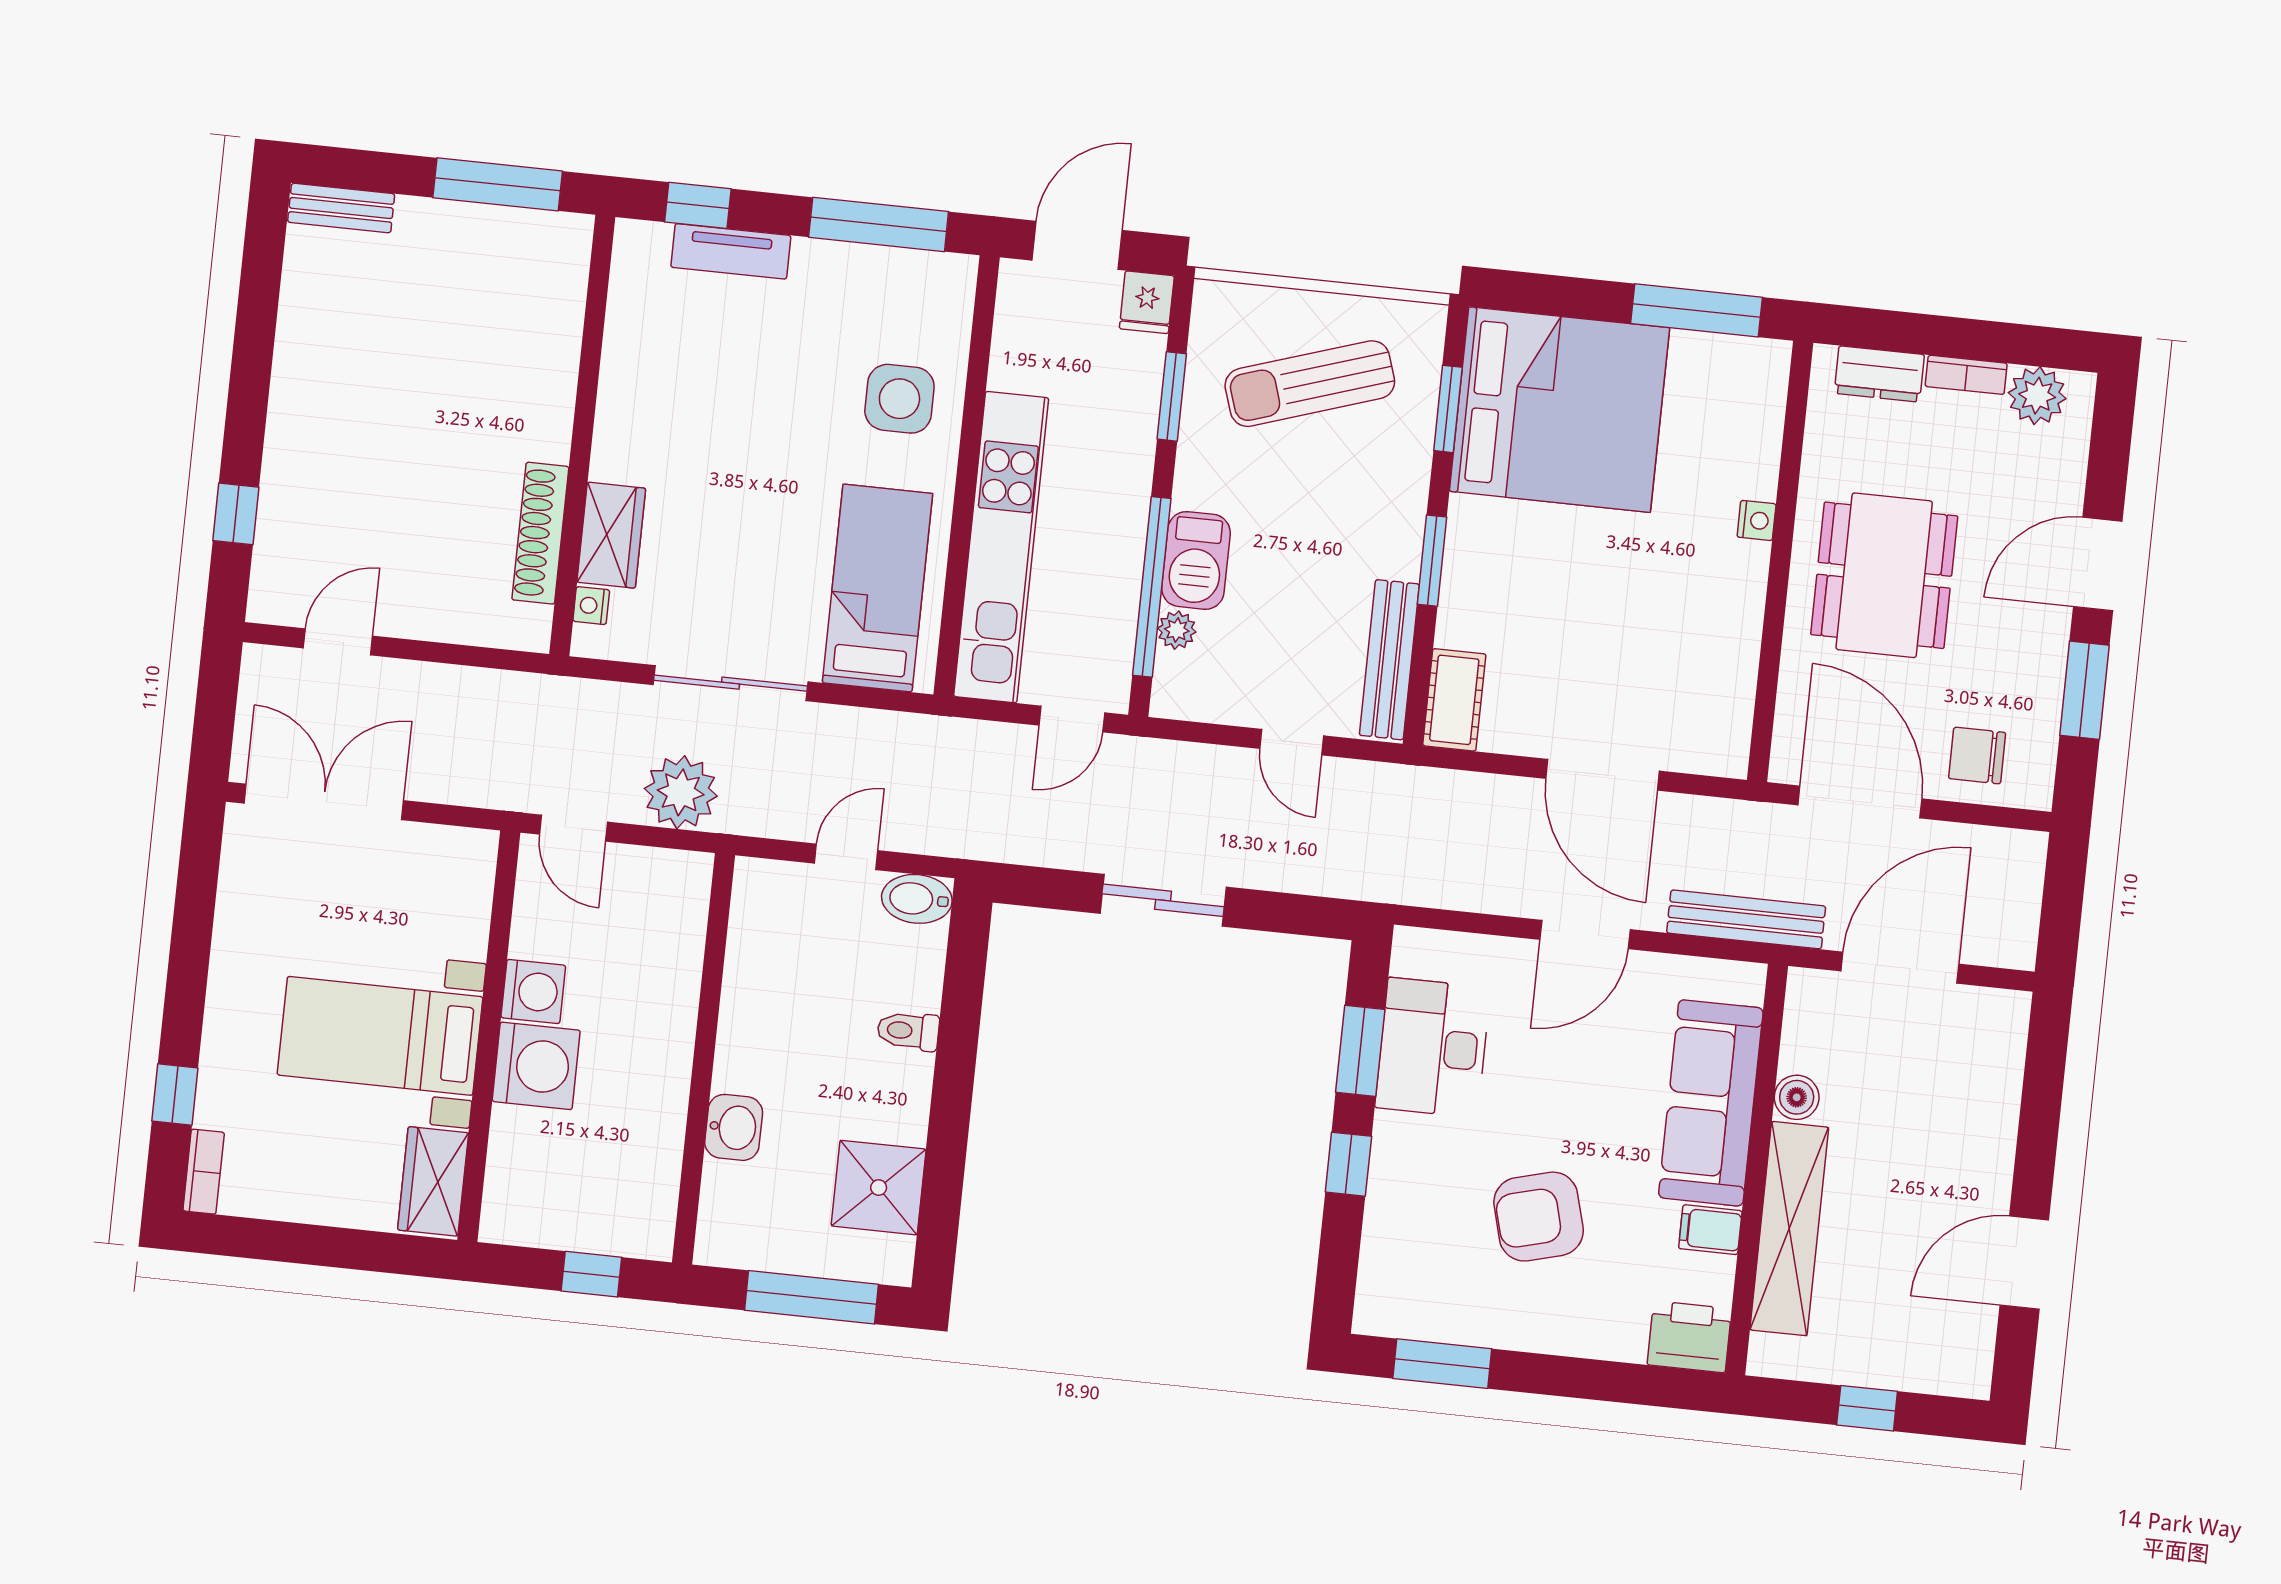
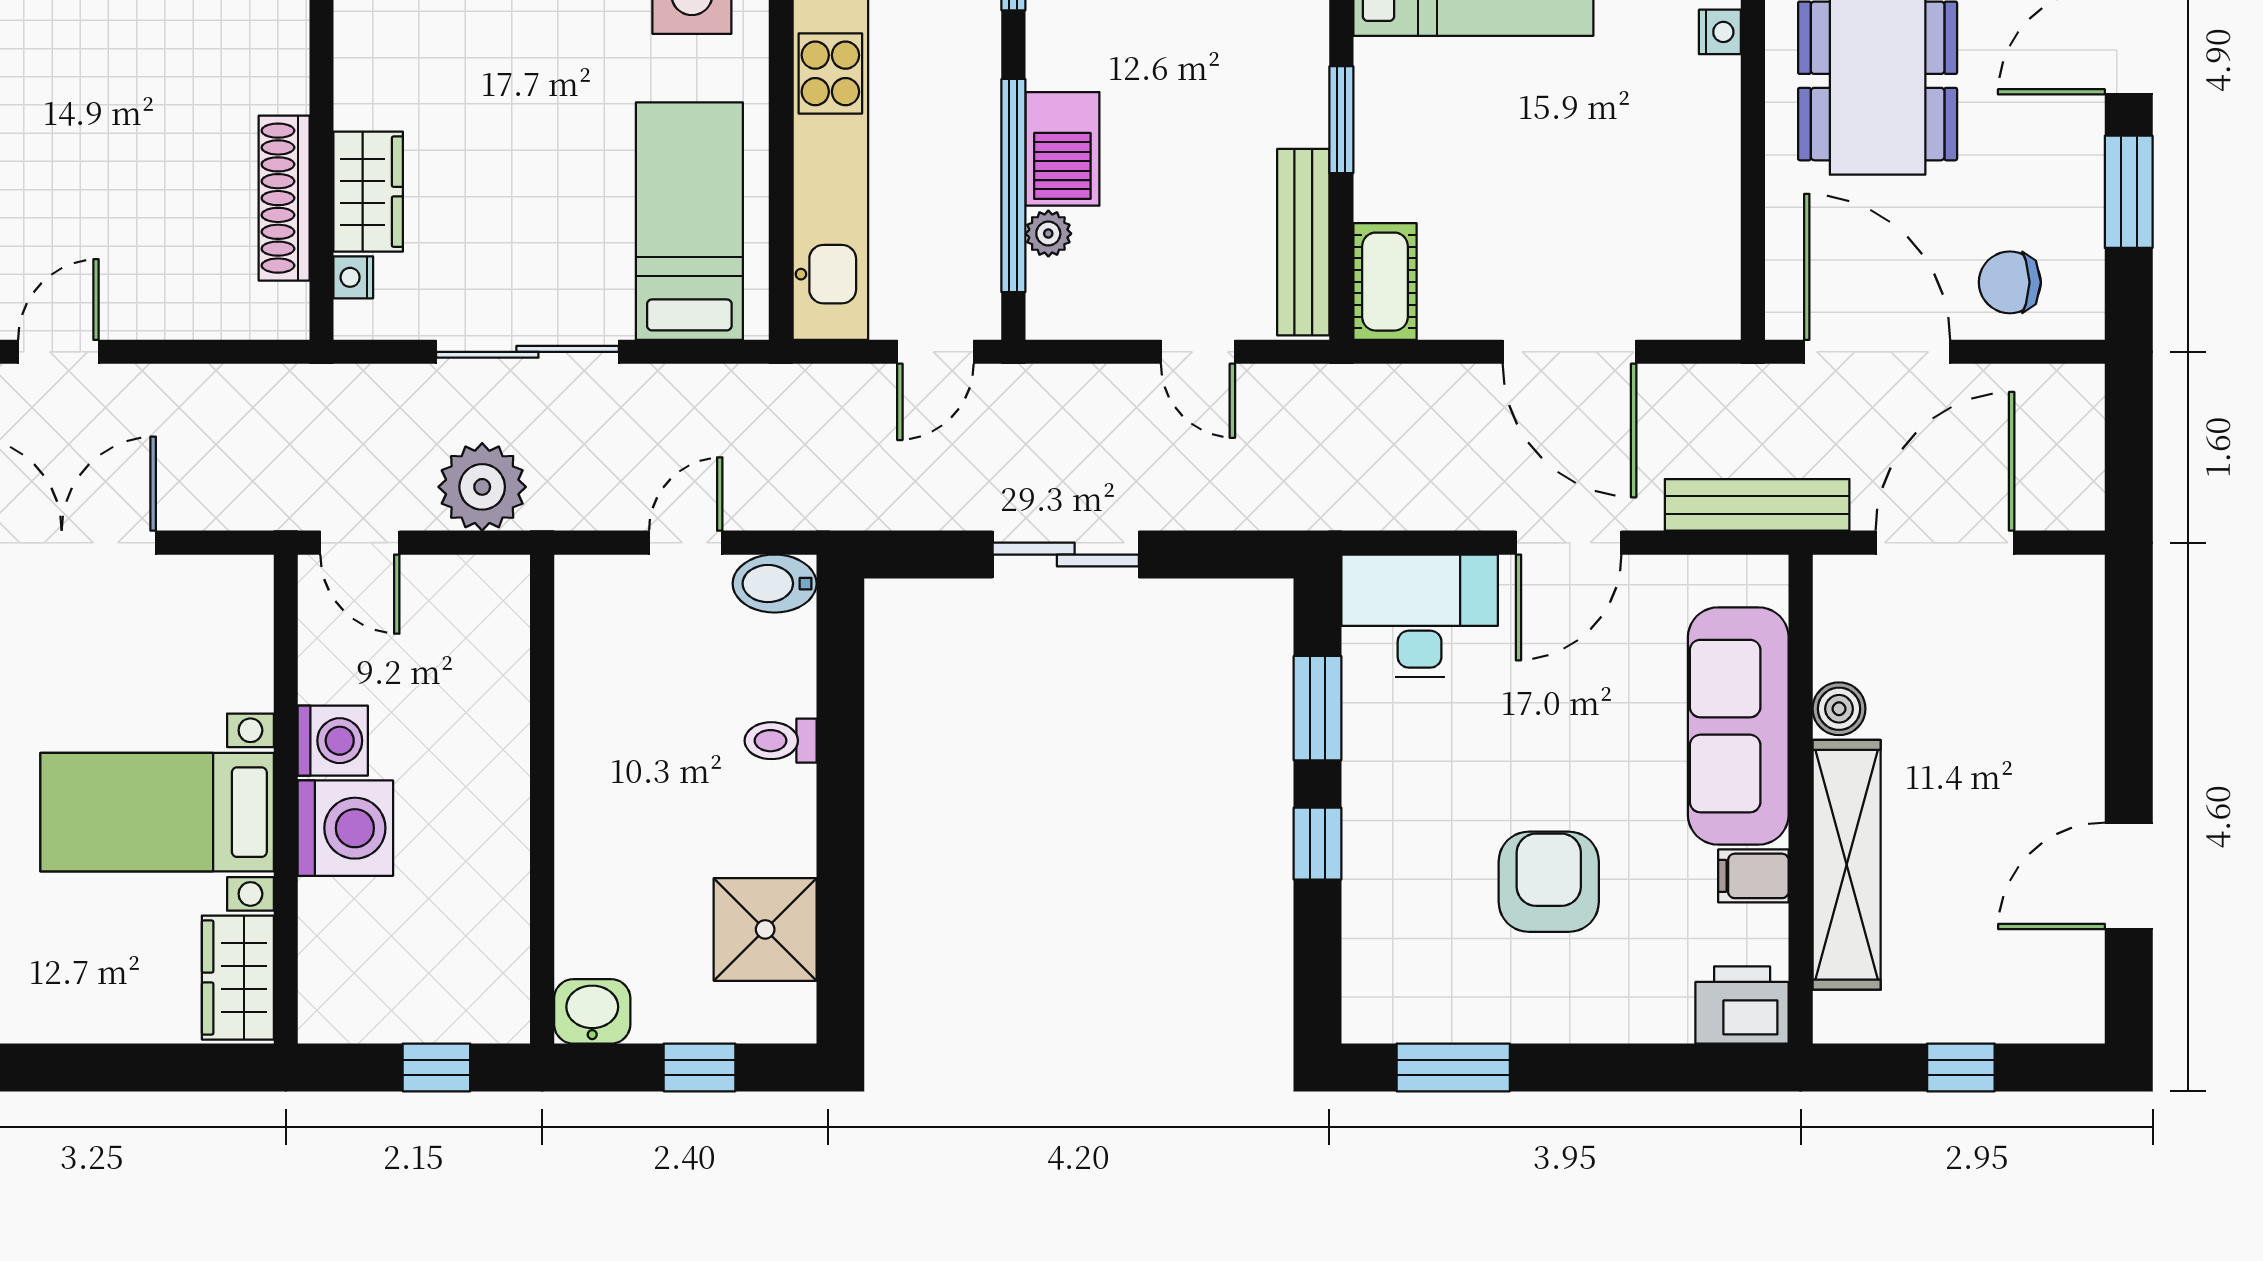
desk: (1433, 1048) -> (1420, 616), moved, turned 90
washbasin: (734, 1127) -> (592, 1011), moved, turned -90
armchair: (1539, 1217) -> (1549, 882), turned 105
window: (811, 1297) -> (699, 1067), width x0.46

